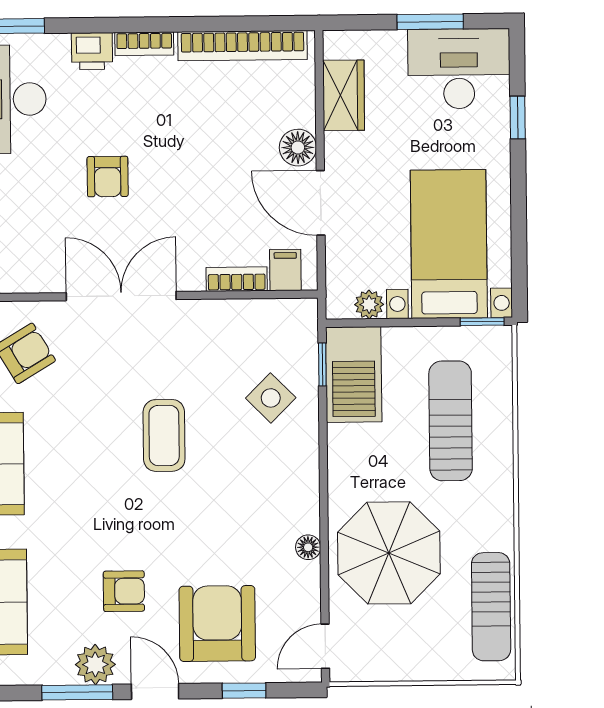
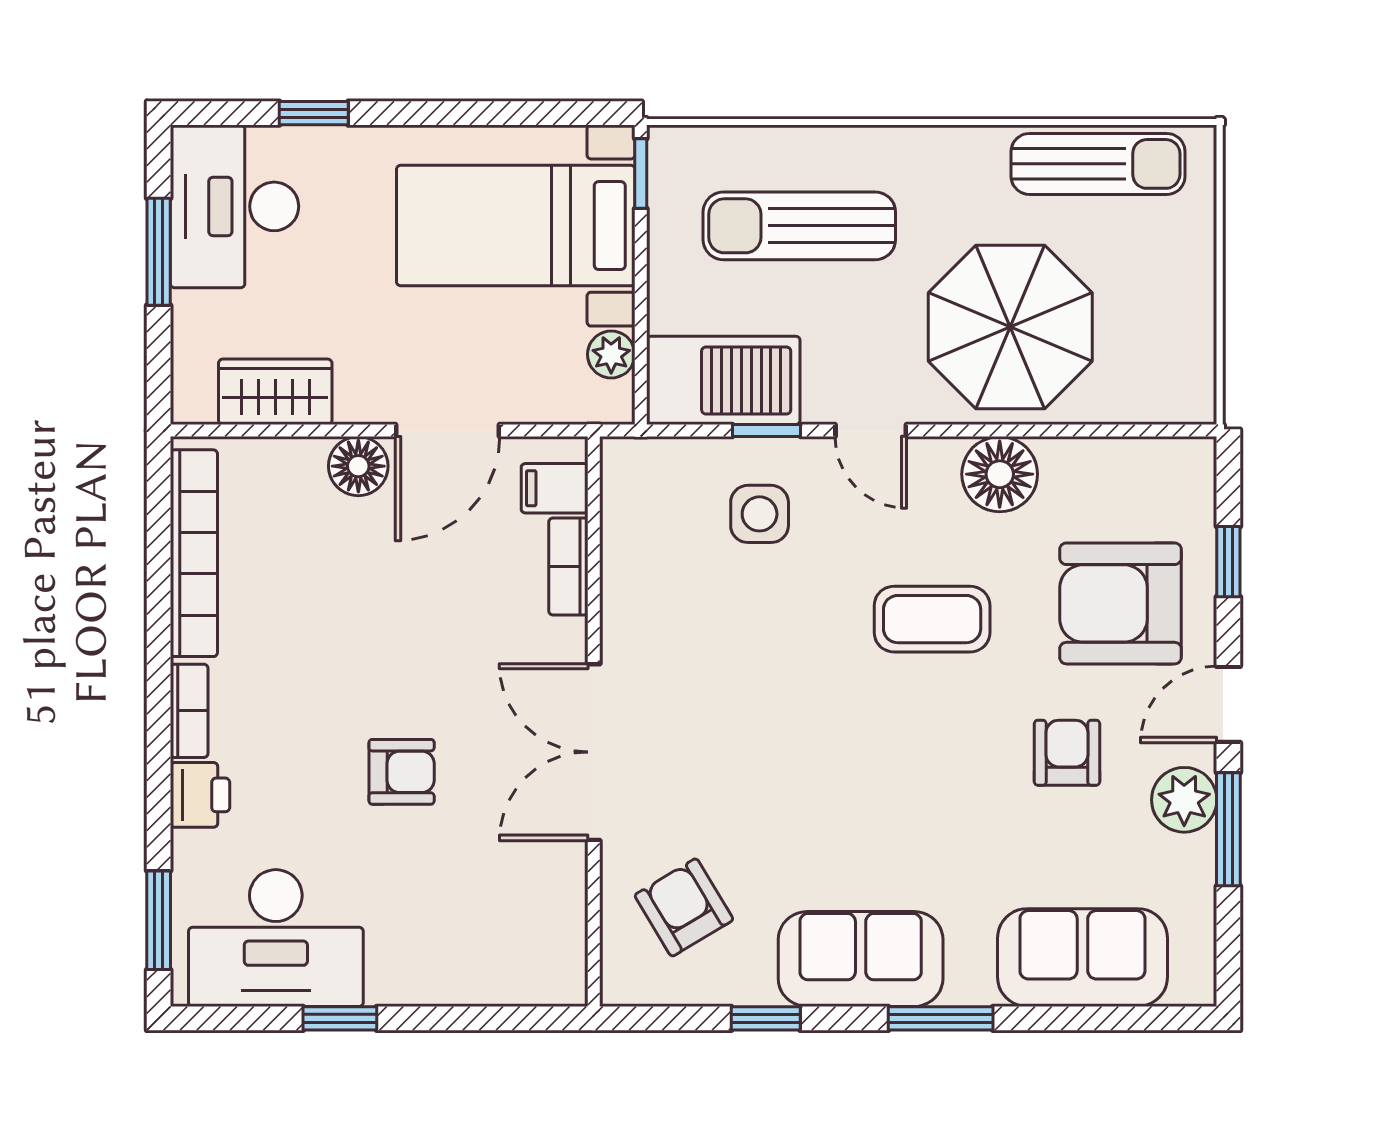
window: (322, 364) -> (767, 431), moved
side table: (271, 398) -> (760, 514), turned 45
coffee table: (164, 435) -> (932, 619), moved
floor lamp: (308, 547) -> (1000, 474), width x1.89, depth x1.89
door: (325, 646) -> (871, 431), moved

